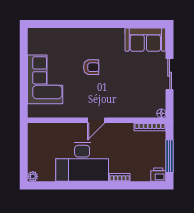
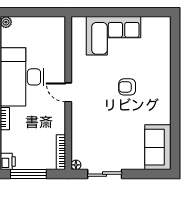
armchair: (91, 67) -> (127, 87), turned 90
sliding door: (170, 74) -> (105, 174), moved

